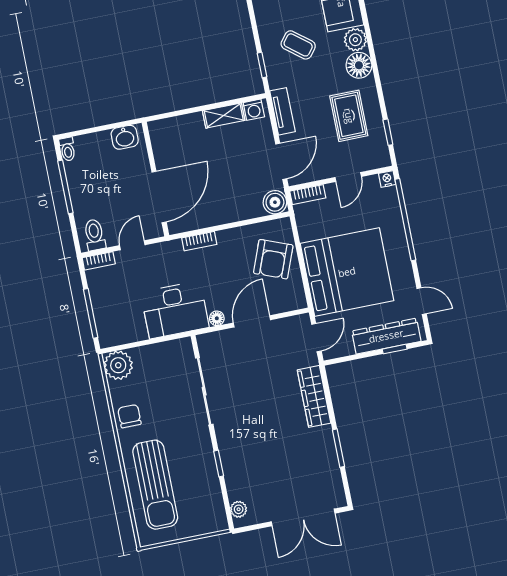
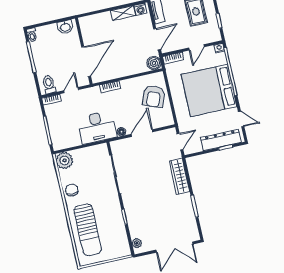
bed: (347, 272) -> (209, 90), moved, turned 180

